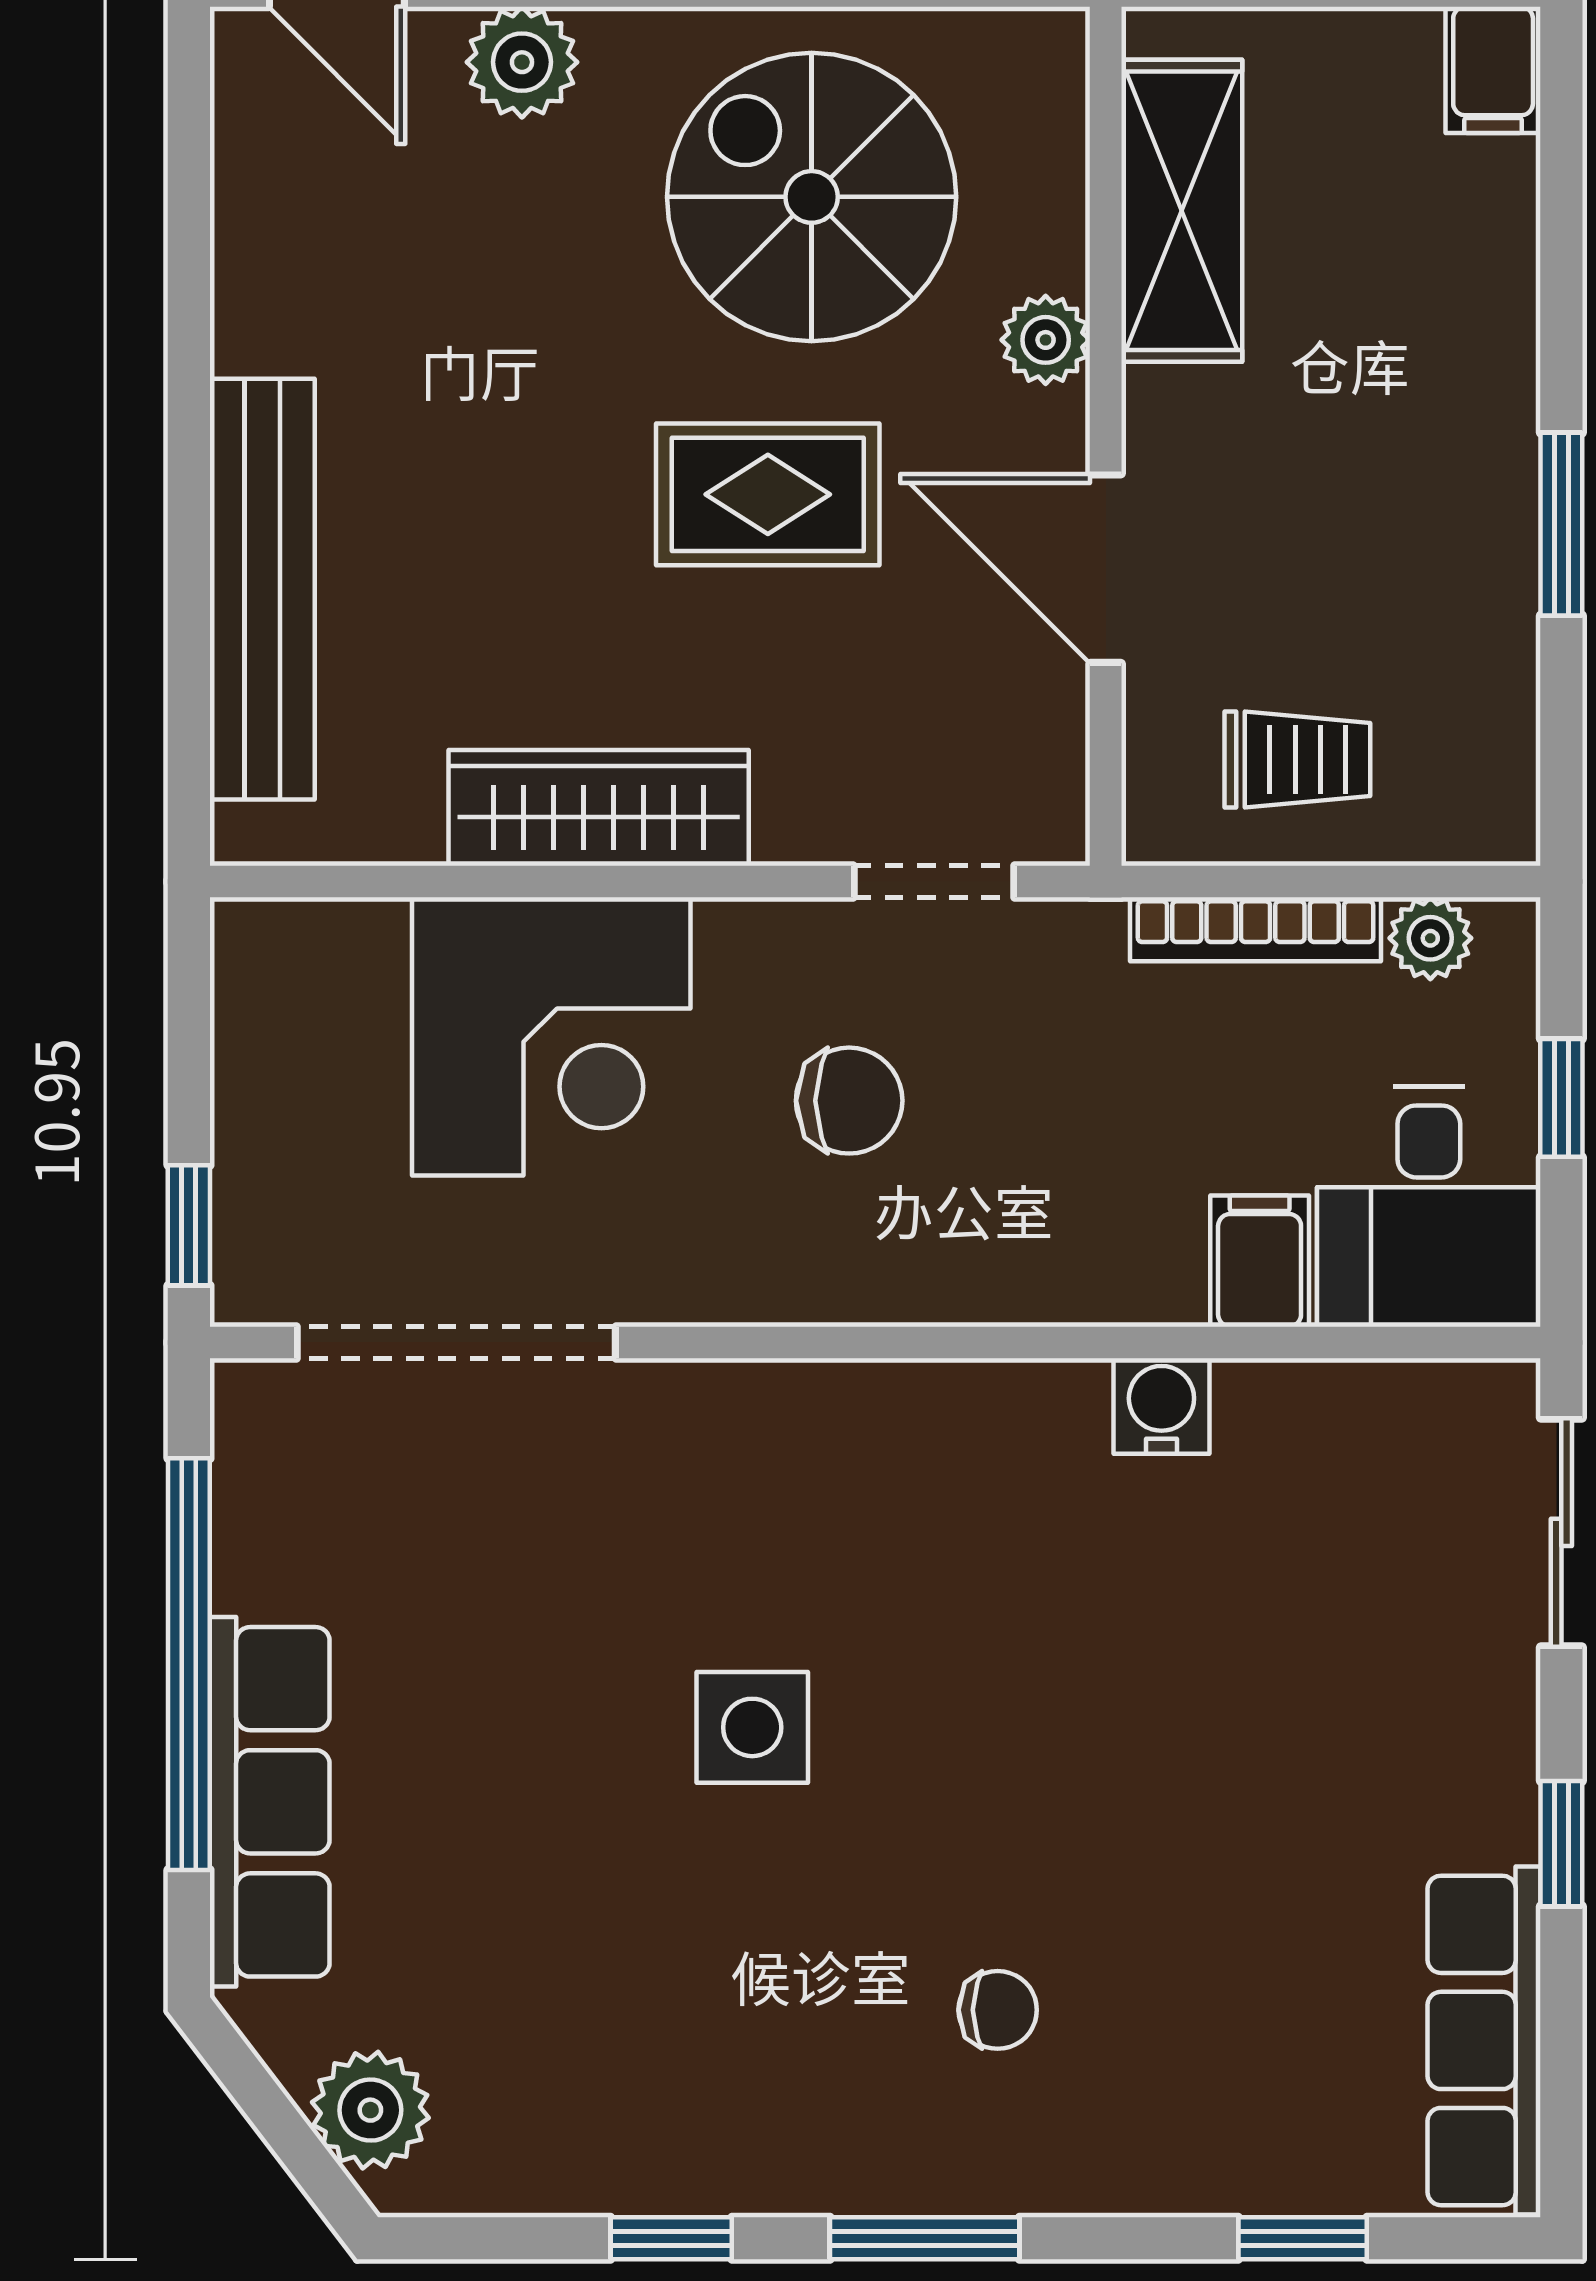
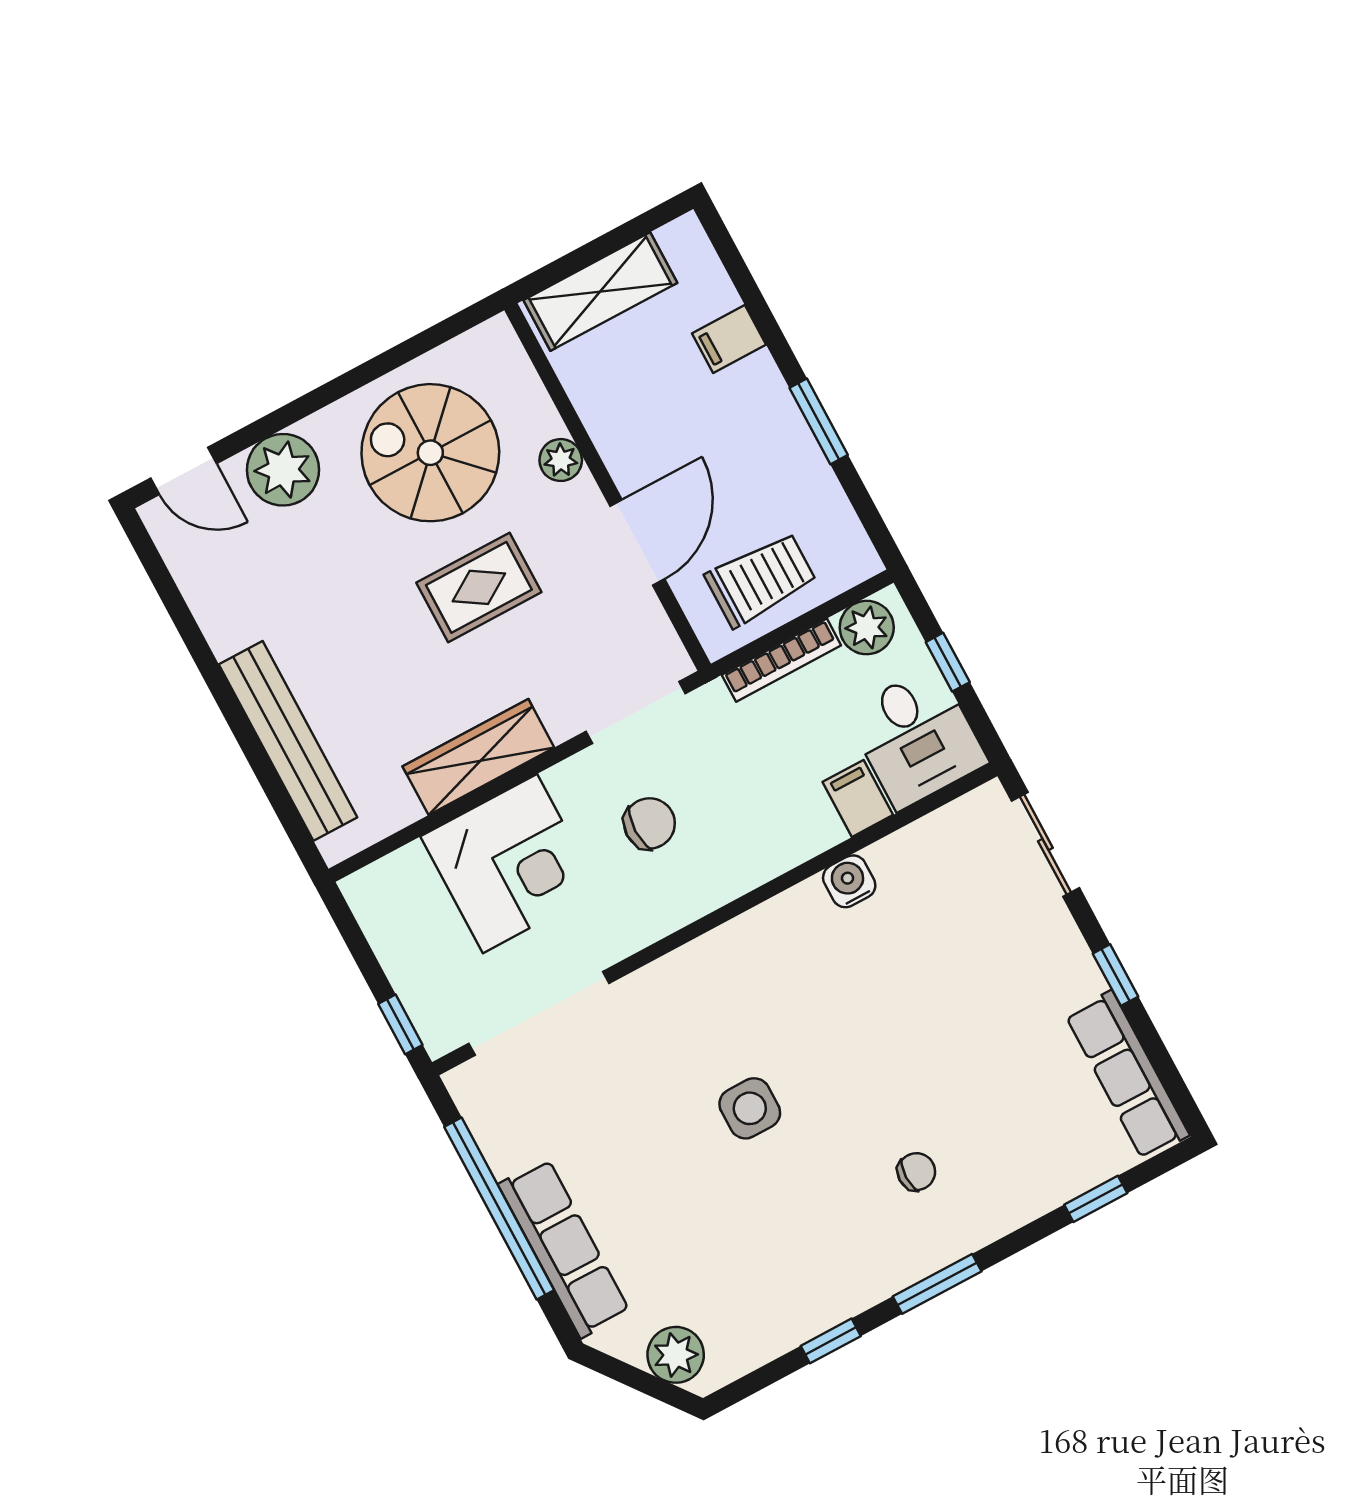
plant: (522, 62) -> (283, 470), width x1.36, depth x1.36
filing cabinet: (1493, 70) -> (729, 339), moved, turned 90
shelving: (1182, 211) -> (600, 291), moved, turned 90
door: (1106, 569) -> (637, 543), swing flipped
trolley: (1297, 759) -> (761, 579), width x1.36, depth x1.39
doorway: (934, 882) -> (636, 712), width x1.38
plant: (1430, 938) -> (867, 628), width x1.38, depth x1.38

